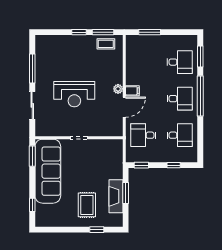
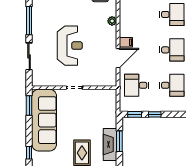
plant: (118, 89) -> (112, 21), moved
reception desk: (74, 94) -> (70, 46), turned -90
window: (174, 165) -> (155, 114), moved

